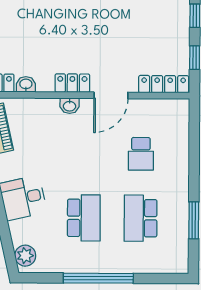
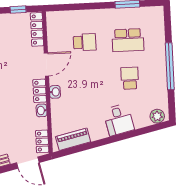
washbasin: (26, 84) -> (42, 110), moved
door: (111, 95) -> (46, 64), hinge flipped
school desk: (84, 218) -> (130, 78), width x0.54

